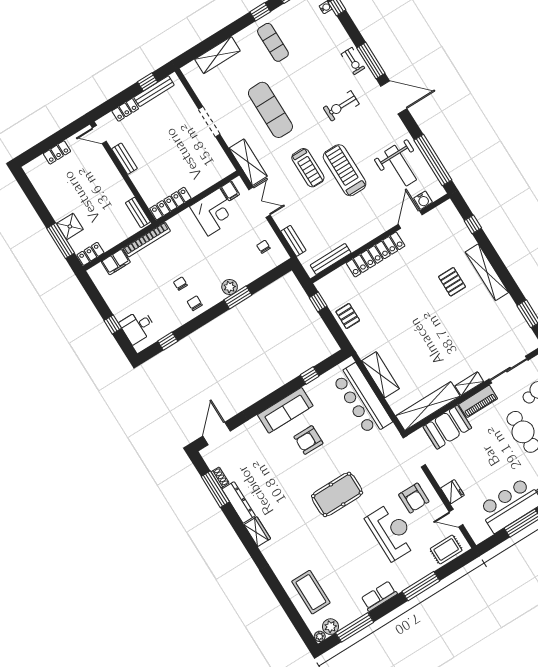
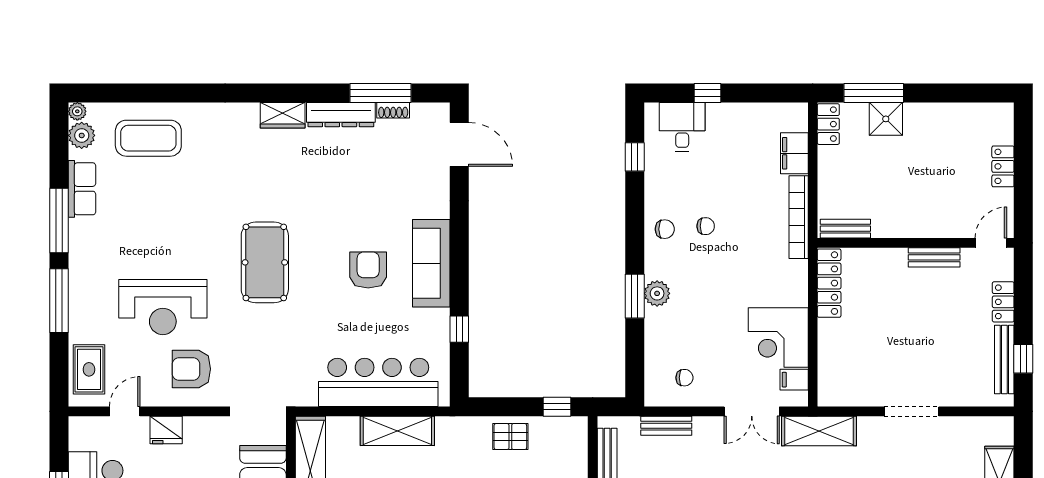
row of seats: (379, 596) -> (82, 189), moved
window: (355, 627) -> (59, 221), moved

